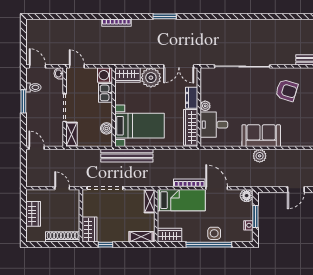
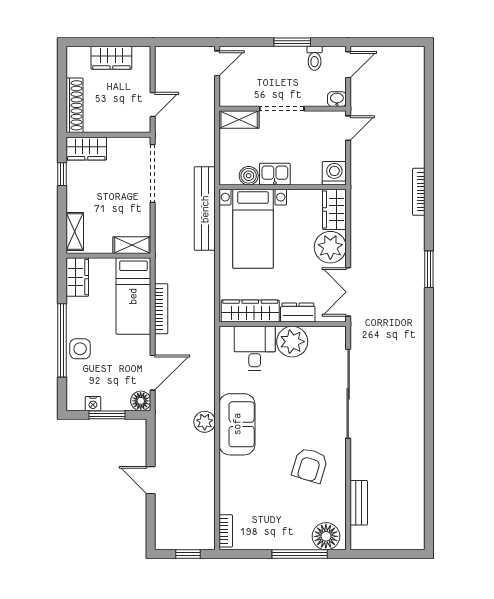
kitchen sink: (105, 93) -> (275, 174), moved
plant: (205, 106) -> (292, 342), width x1.88, depth x1.88
door: (217, 188) -> (153, 373), moved

